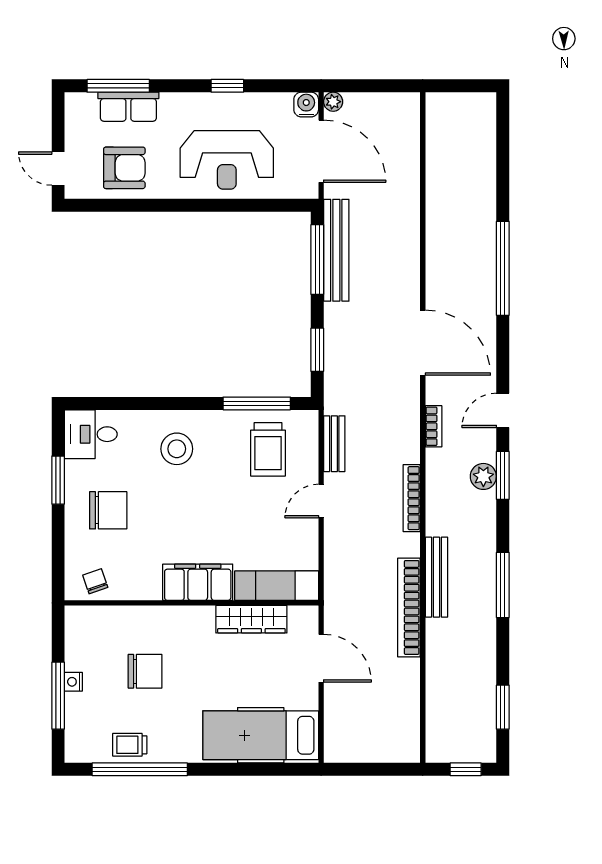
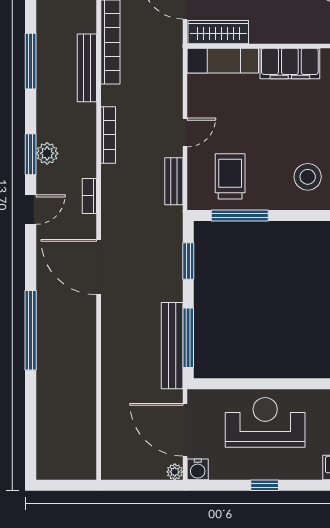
wardrobe: (251, 619) -> (218, 32), moved

